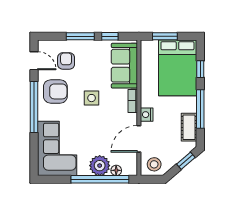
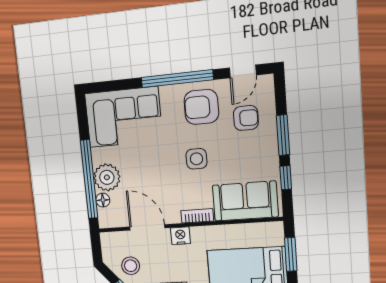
armchair: (55, 91) -> (201, 107), turned 90
stool: (154, 164) -> (131, 266), moved

